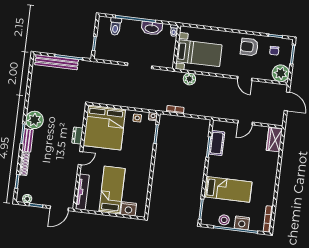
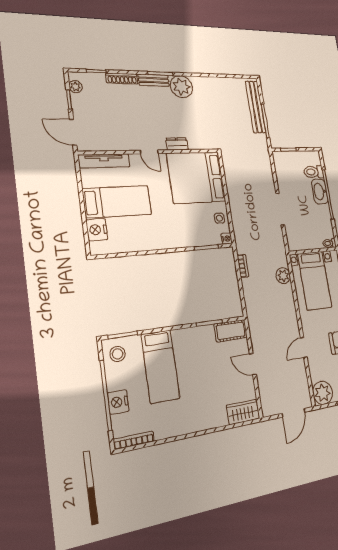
washbasin: (152, 28) -> (320, 192), moved
cot: (217, 143) -> (231, 331), moved
stool: (224, 220) -> (117, 354), moved

